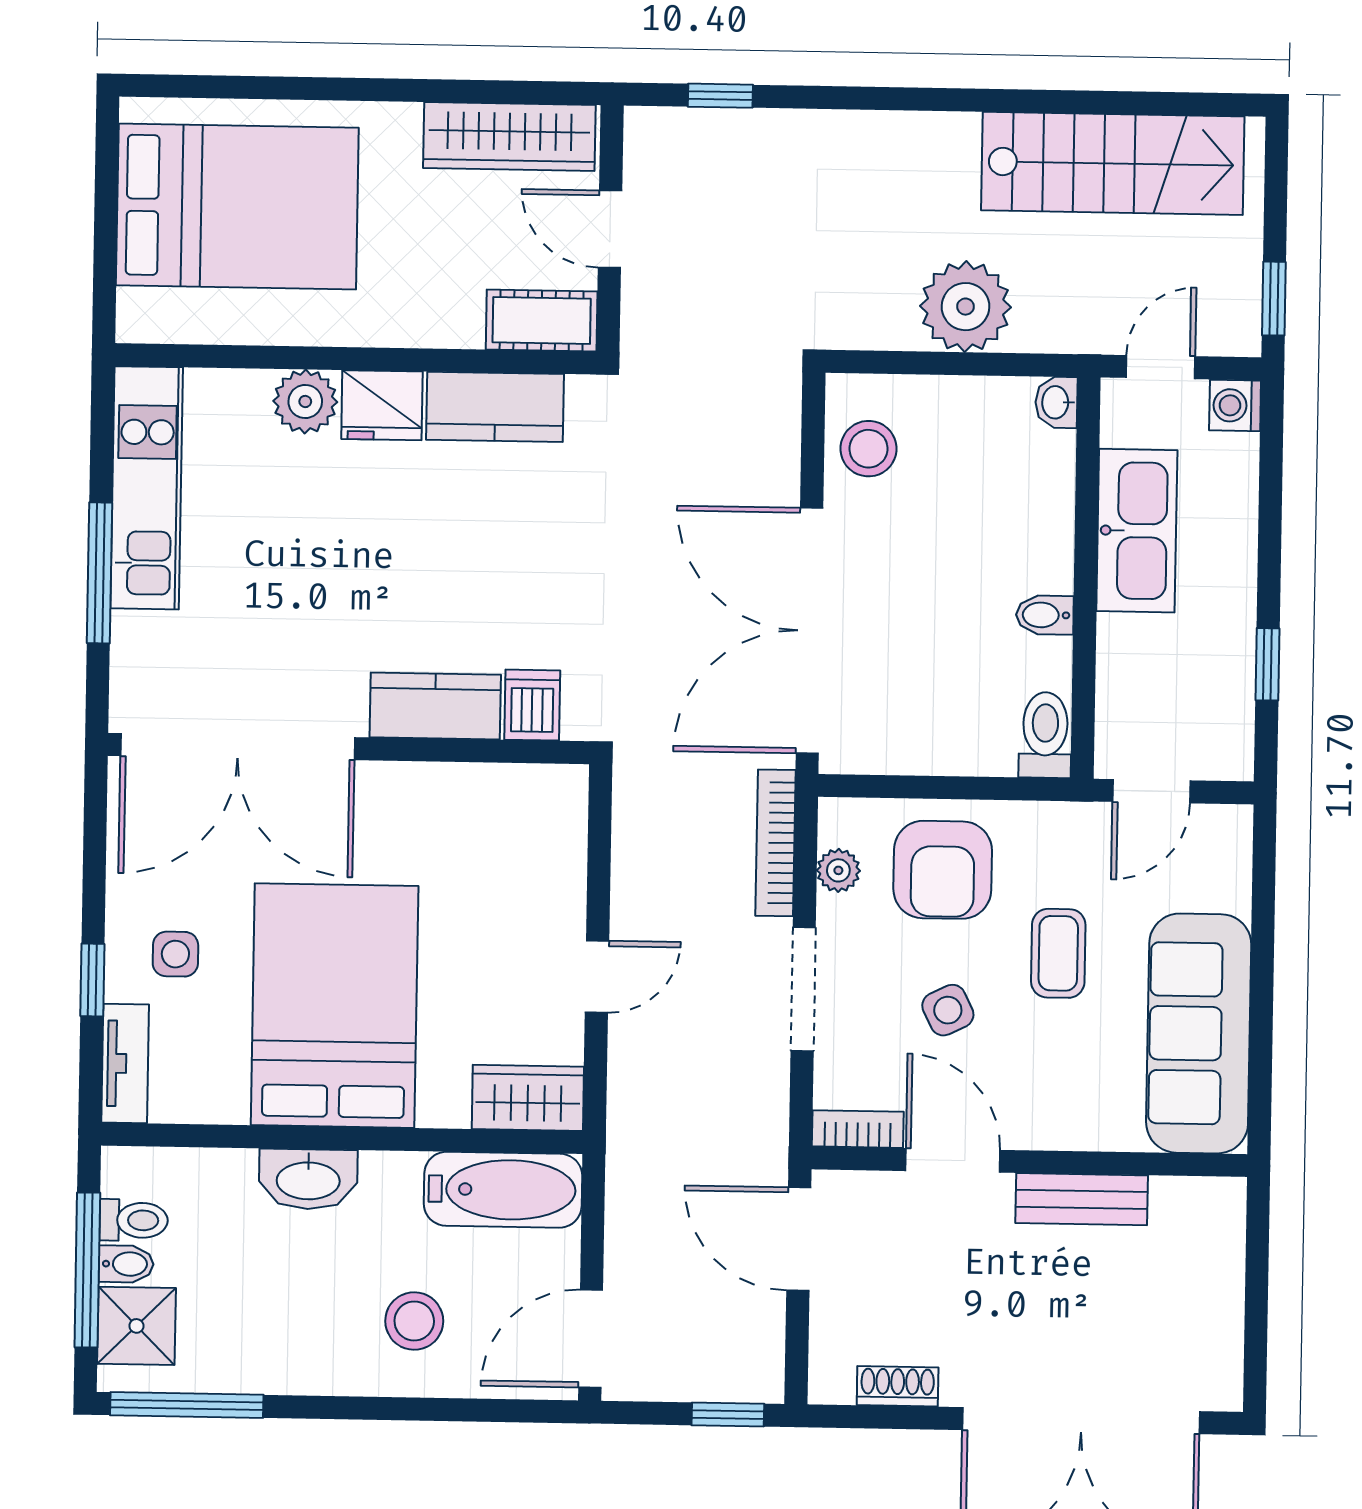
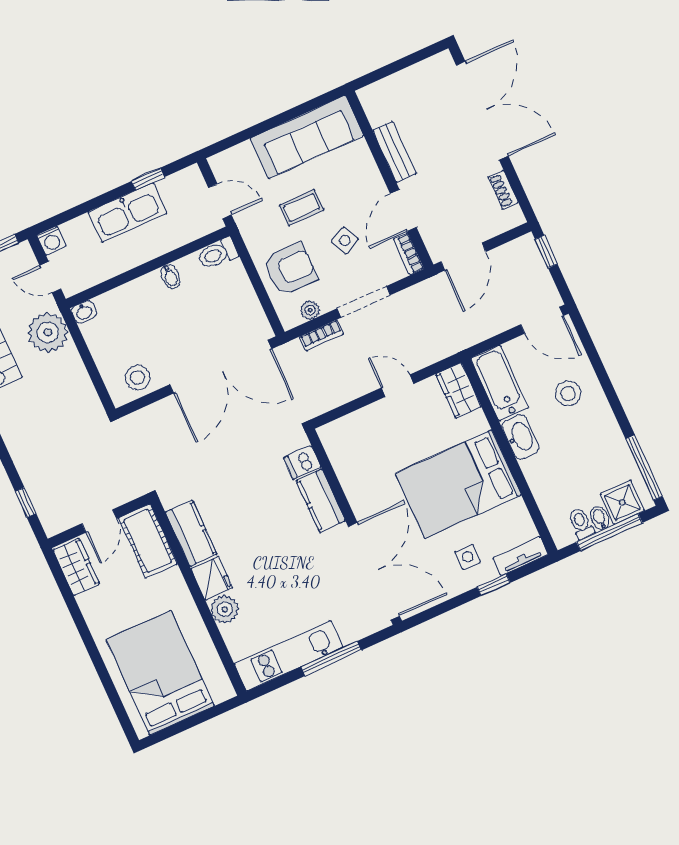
wardrobe: (509, 137) -> (76, 567), width x0.67
plant: (965, 307) -> (48, 332), moved
cot: (542, 321) -> (148, 541), width x1.37, depth x1.34
kitchen sink: (1137, 531) -> (127, 213), moved, turned 180
bookcase: (775, 843) -> (322, 335), width x0.64
washbasin: (308, 1179) -> (521, 437), moved

